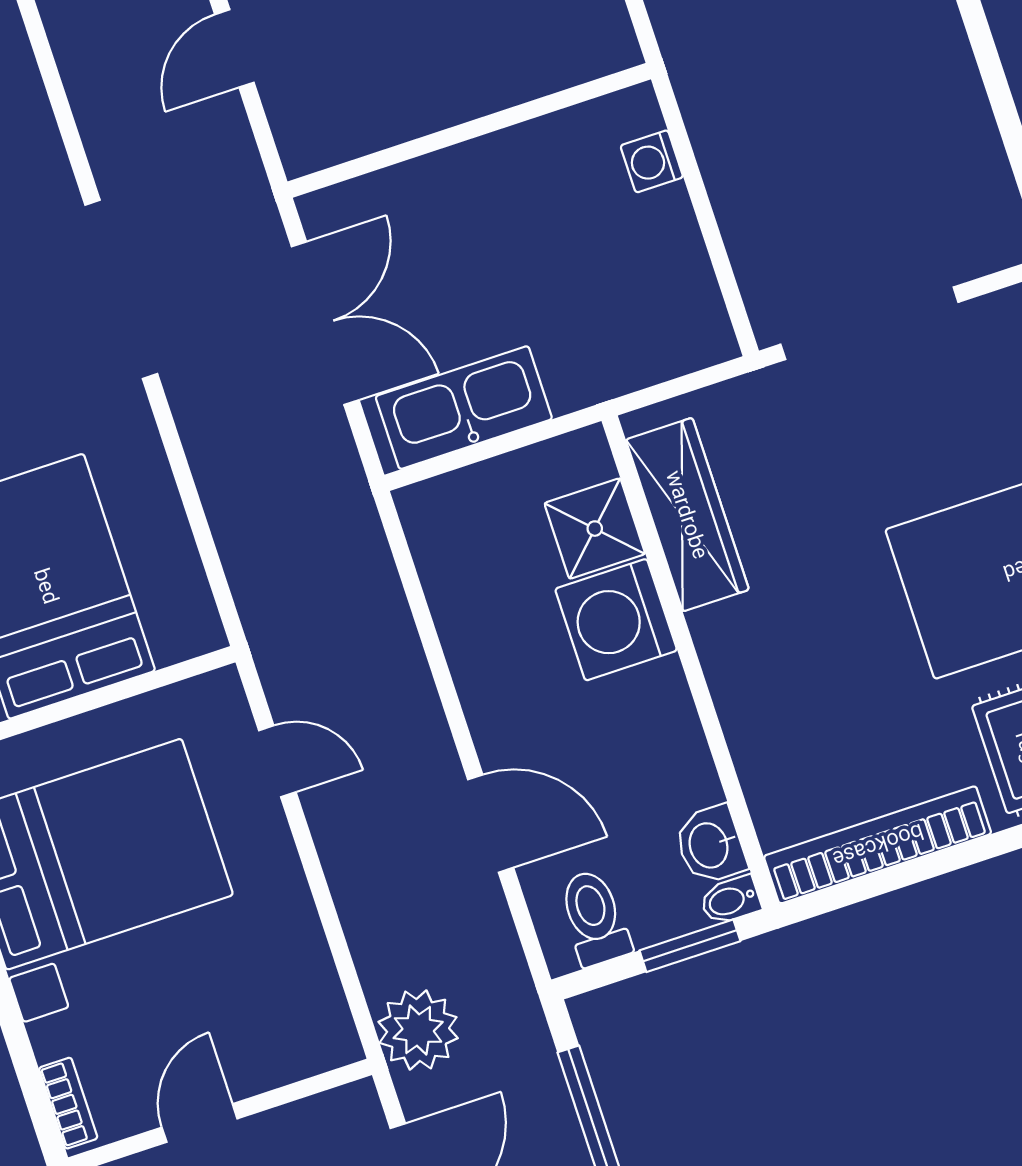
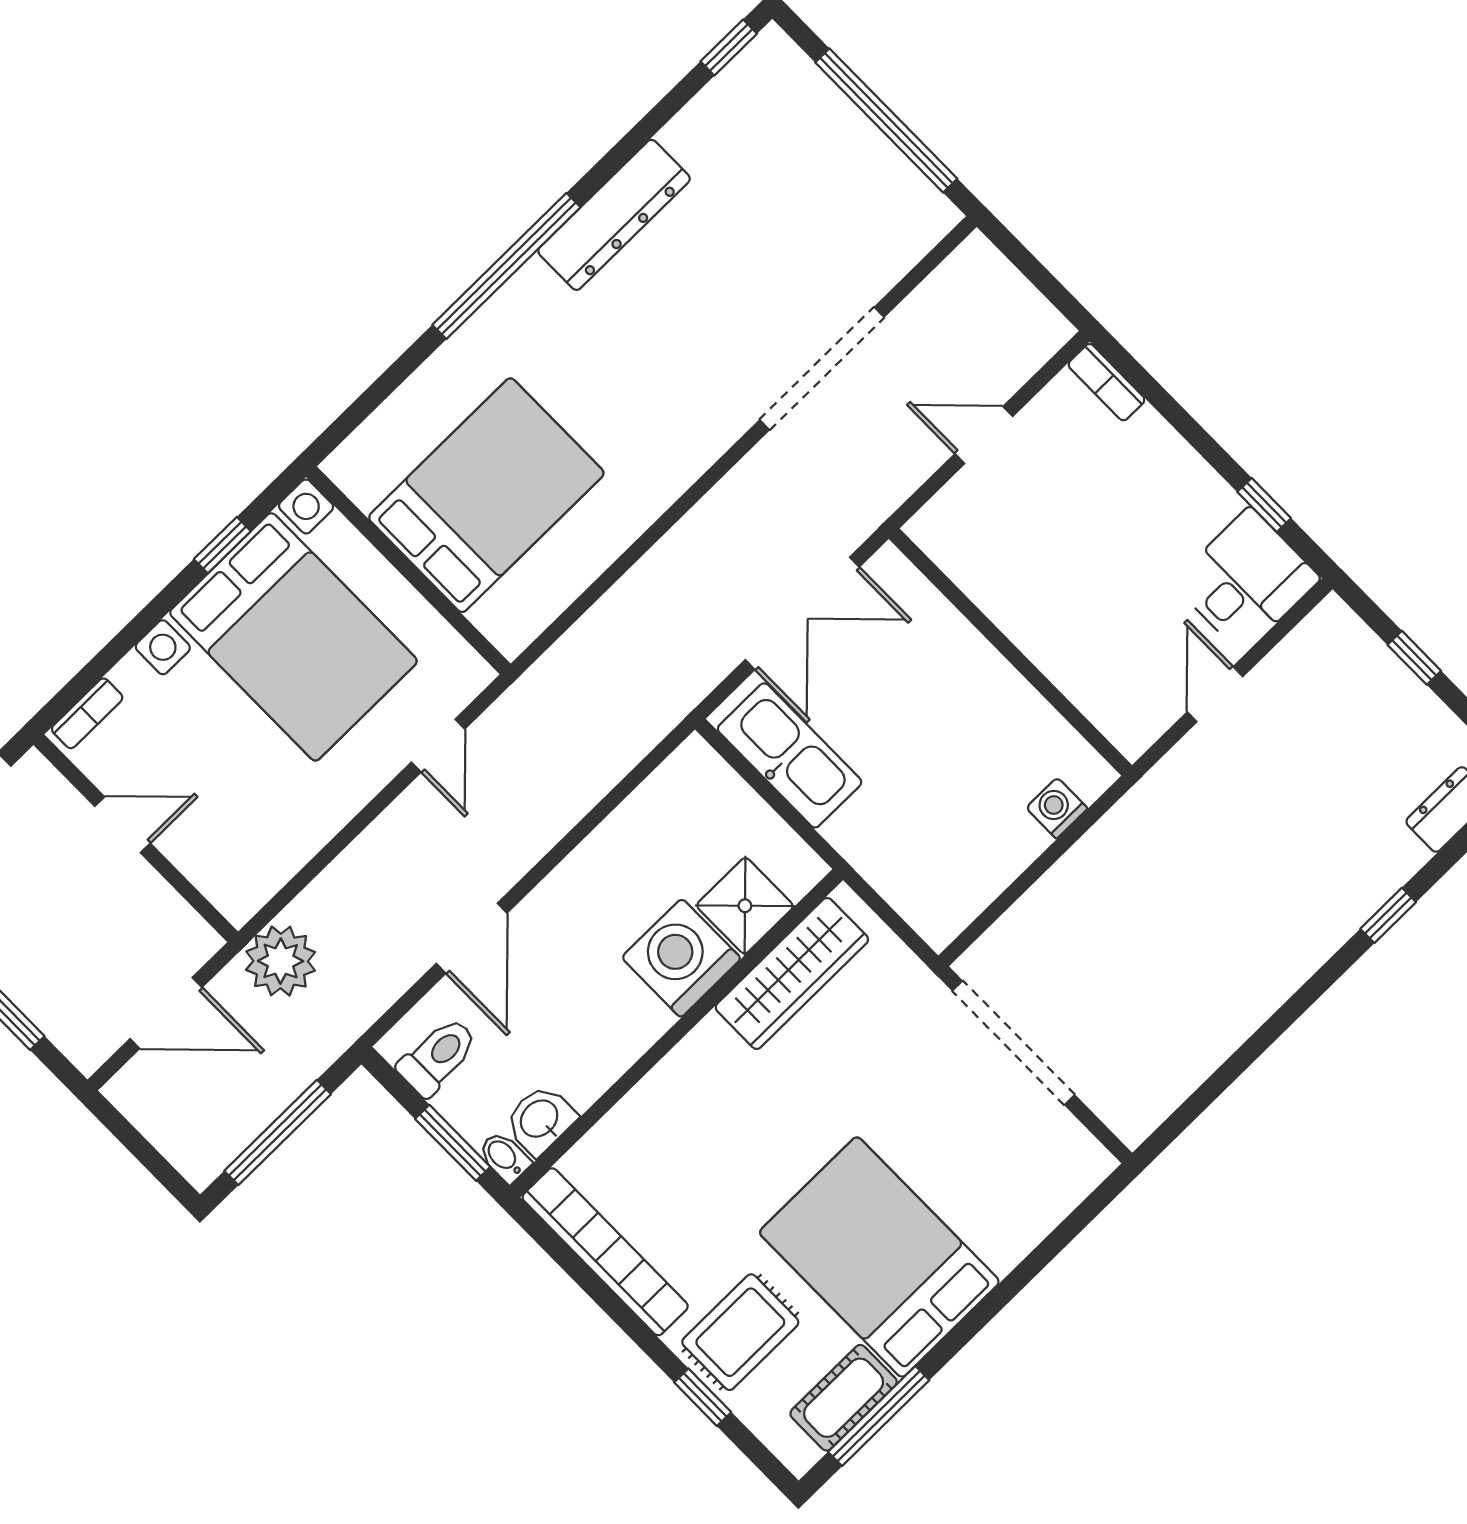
doorway: (121, 289) -> (822, 368), moved

